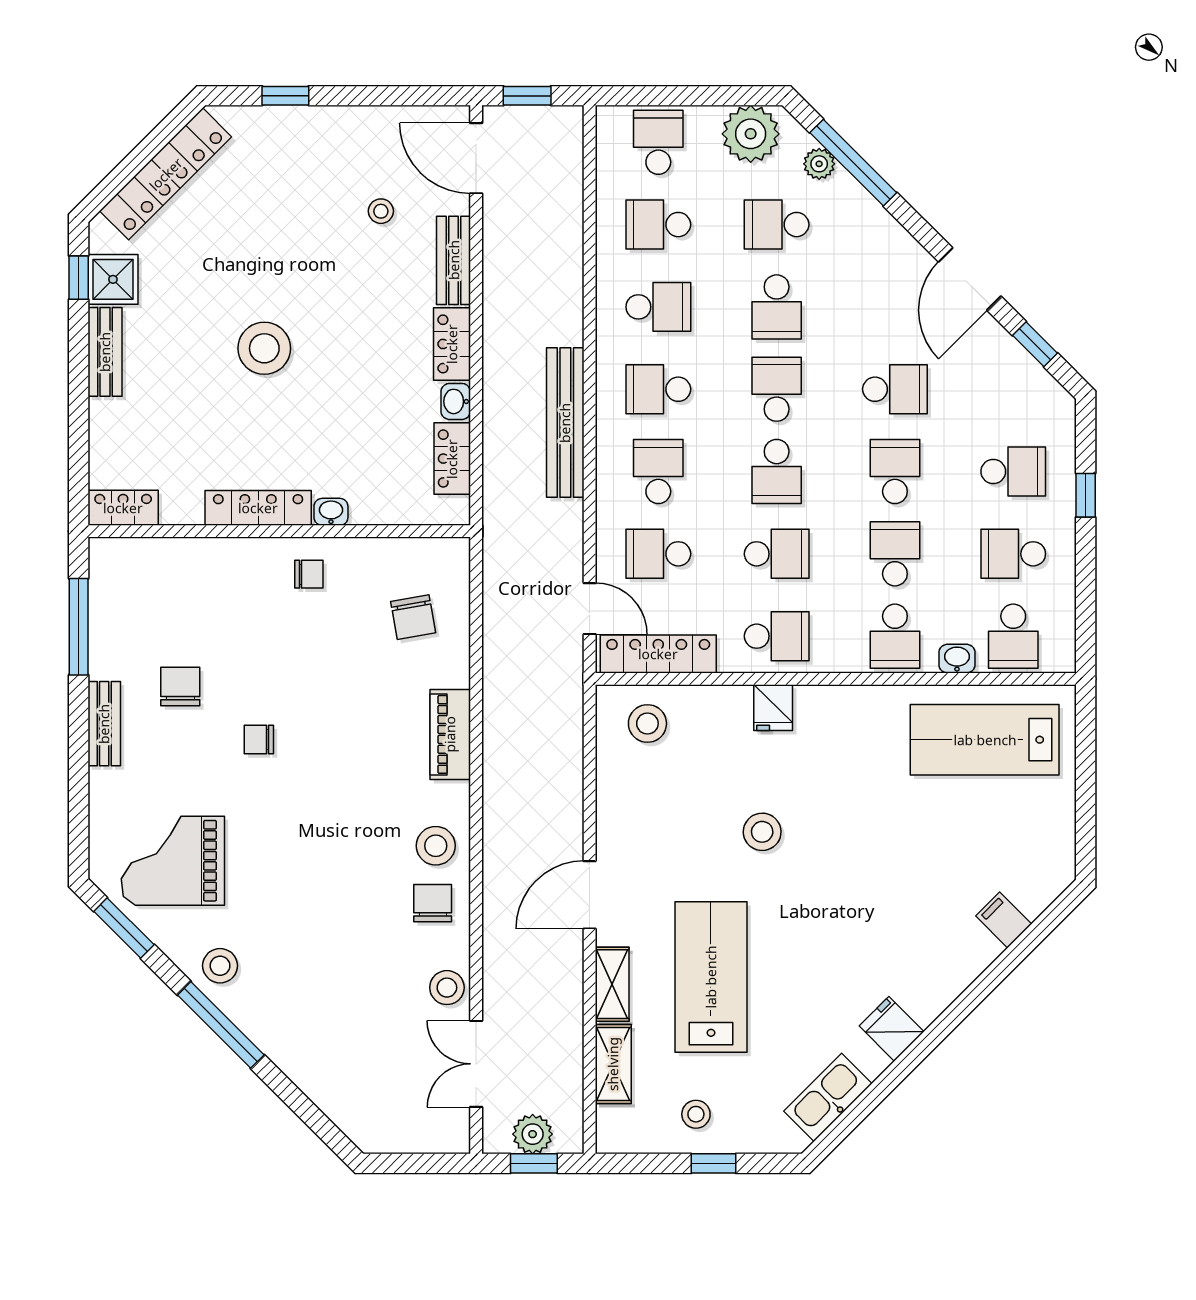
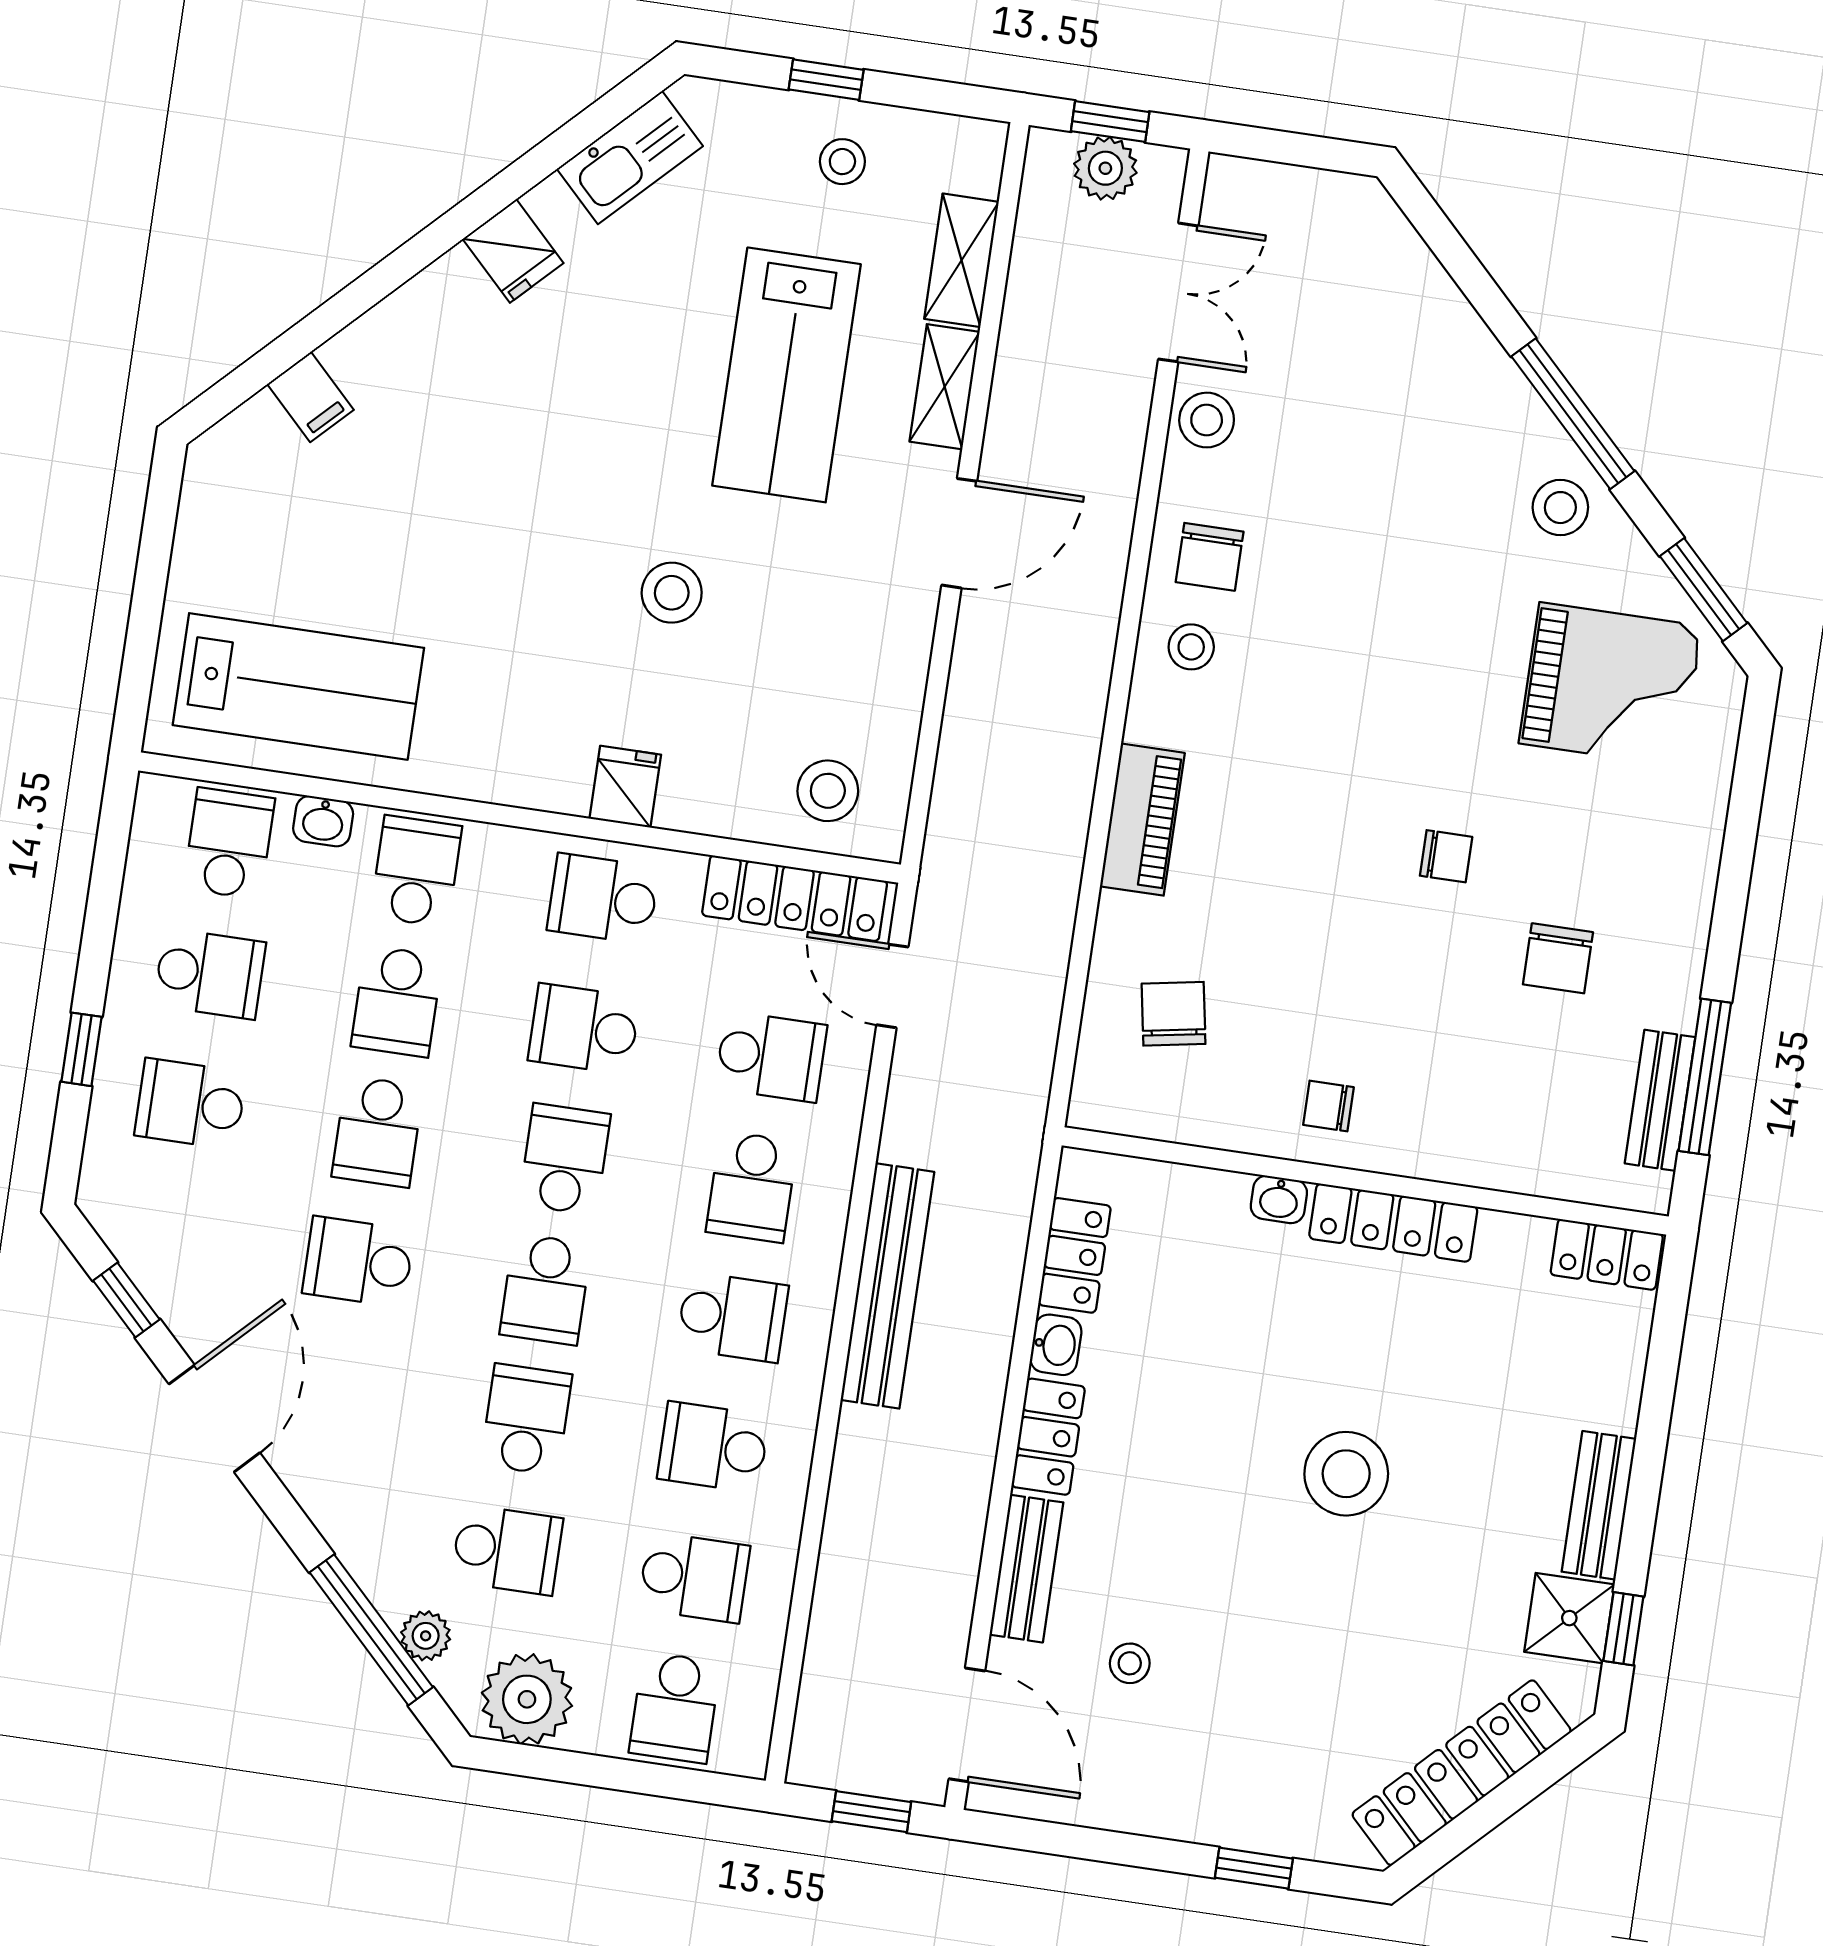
bench: (104, 724) -> (1660, 1100), moved
stool: (436, 846) -> (1191, 647), width x0.73, depth x0.73

